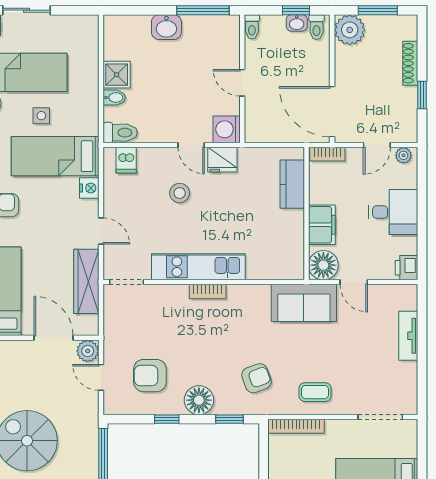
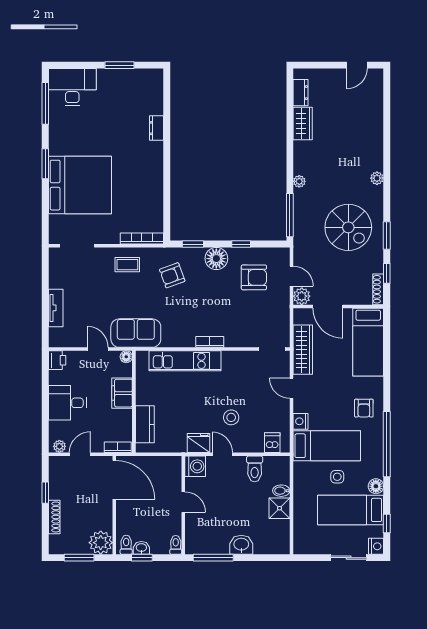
toilet: (120, 133) -> (255, 469), moved, turned -90
floor lamp: (323, 265) -> (126, 357), width x0.53, depth x0.53
kitchen unit: (198, 267) -> (185, 361), moved

